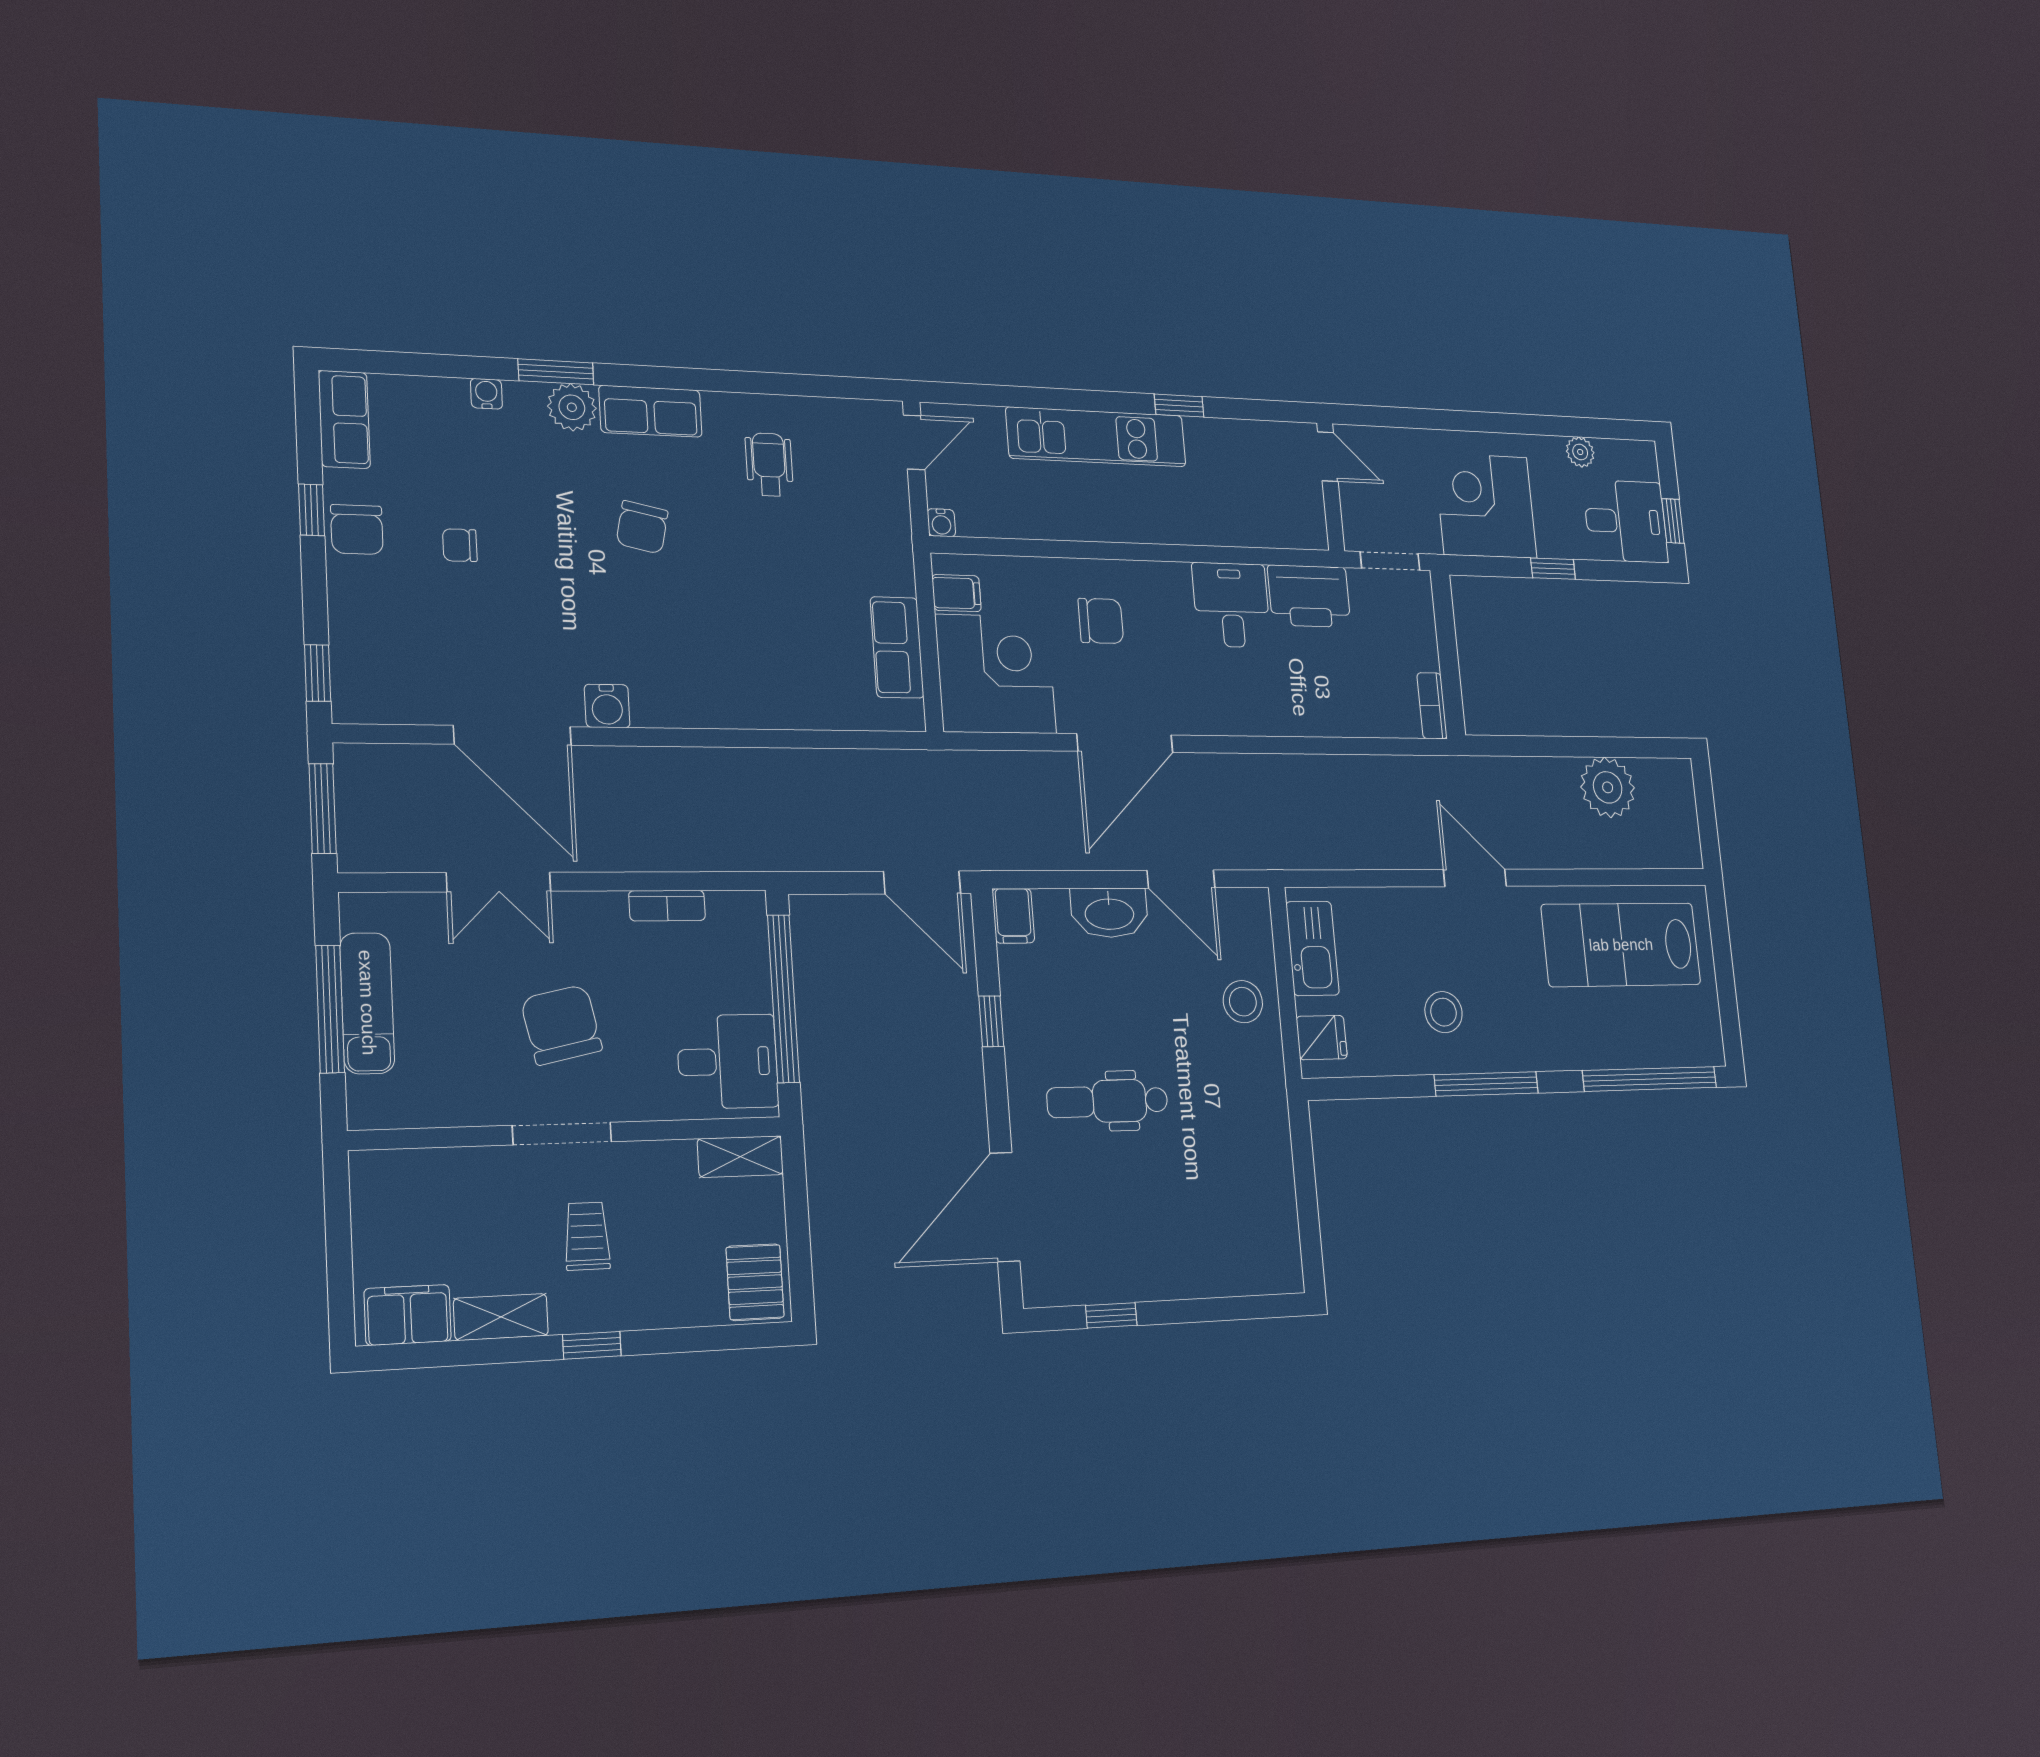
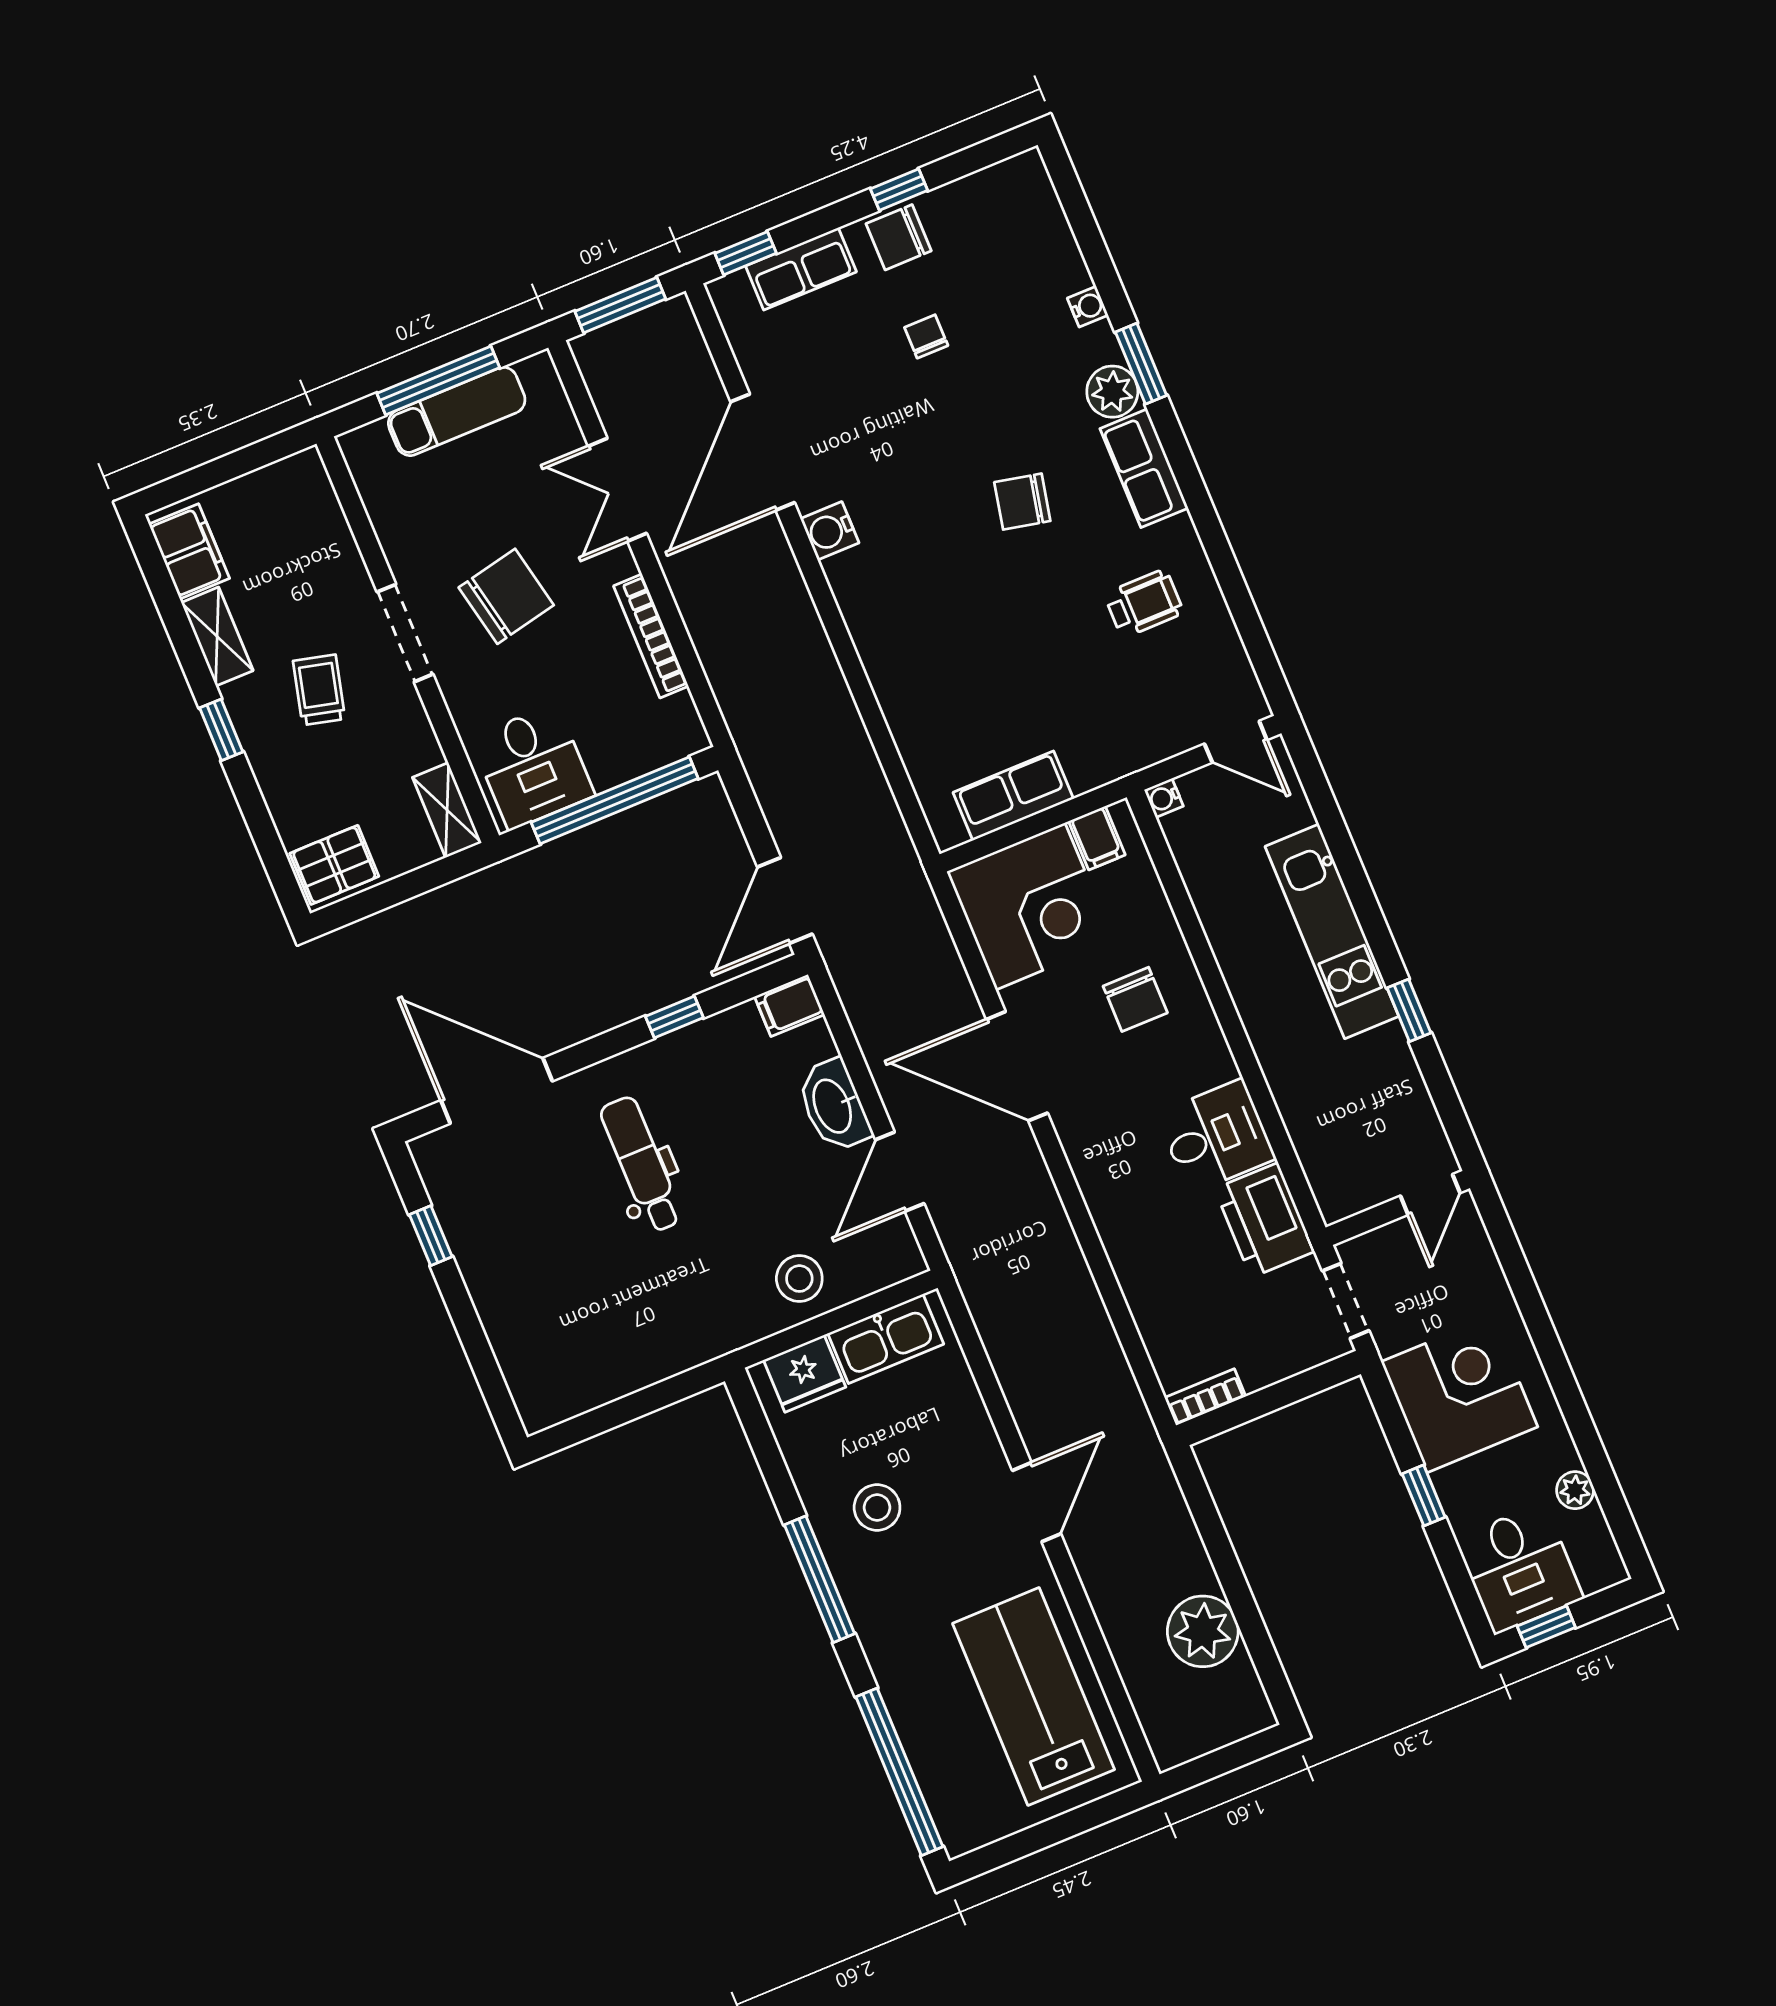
row of seats: (344, 419) -> (801, 269), moved
bookcase: (667, 906) -> (651, 636), width x1.56
fridge: (1322, 1038) -> (805, 1374), width x1.38
trolley: (587, 1236) -> (319, 690), turned -76

